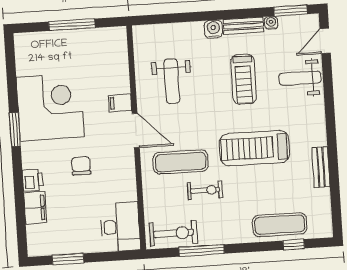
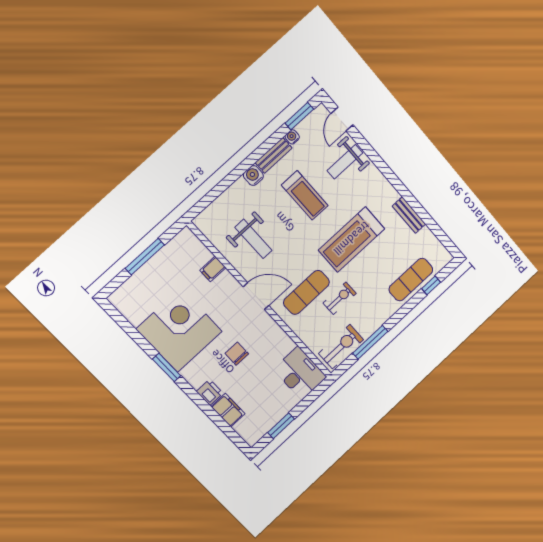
filing cabinet: (120, 103) -> (213, 269), moved

